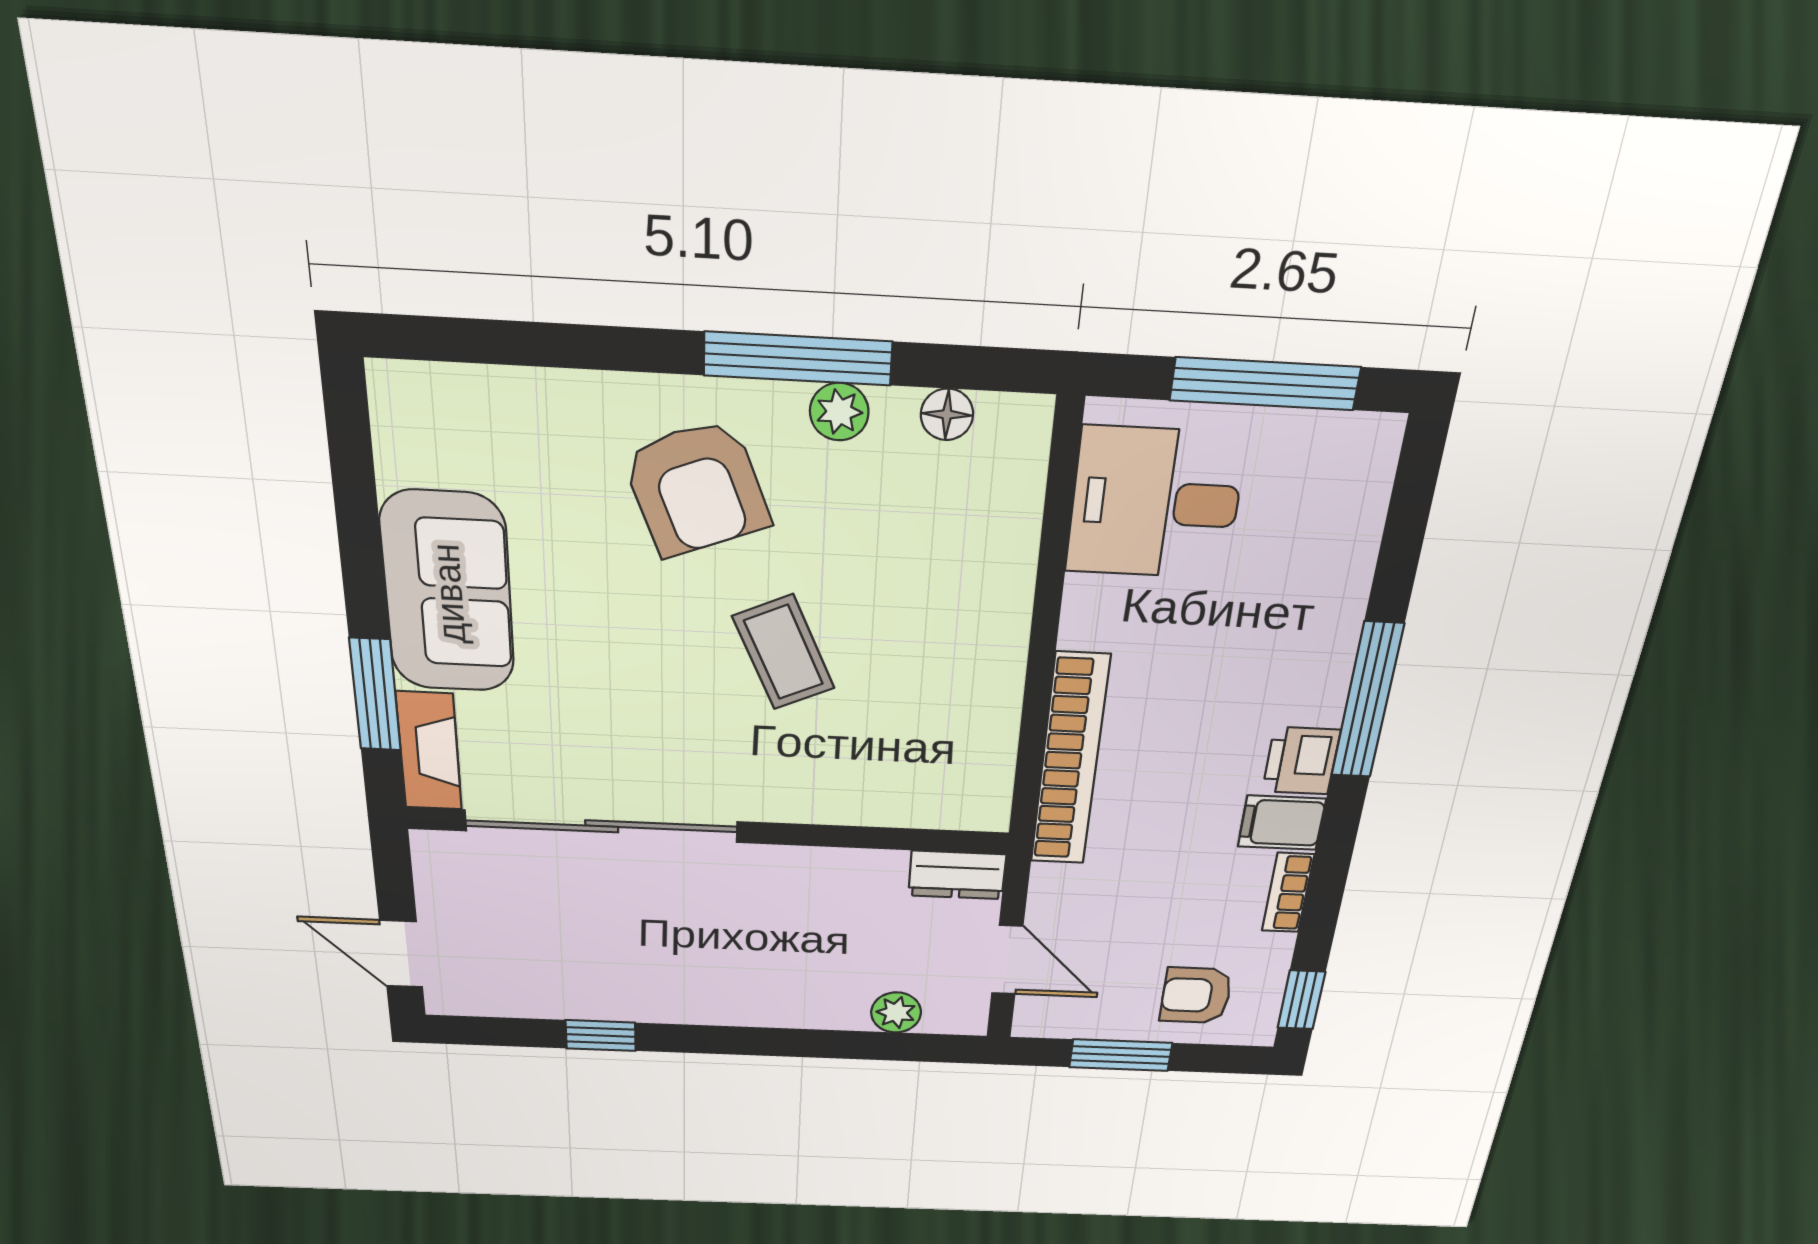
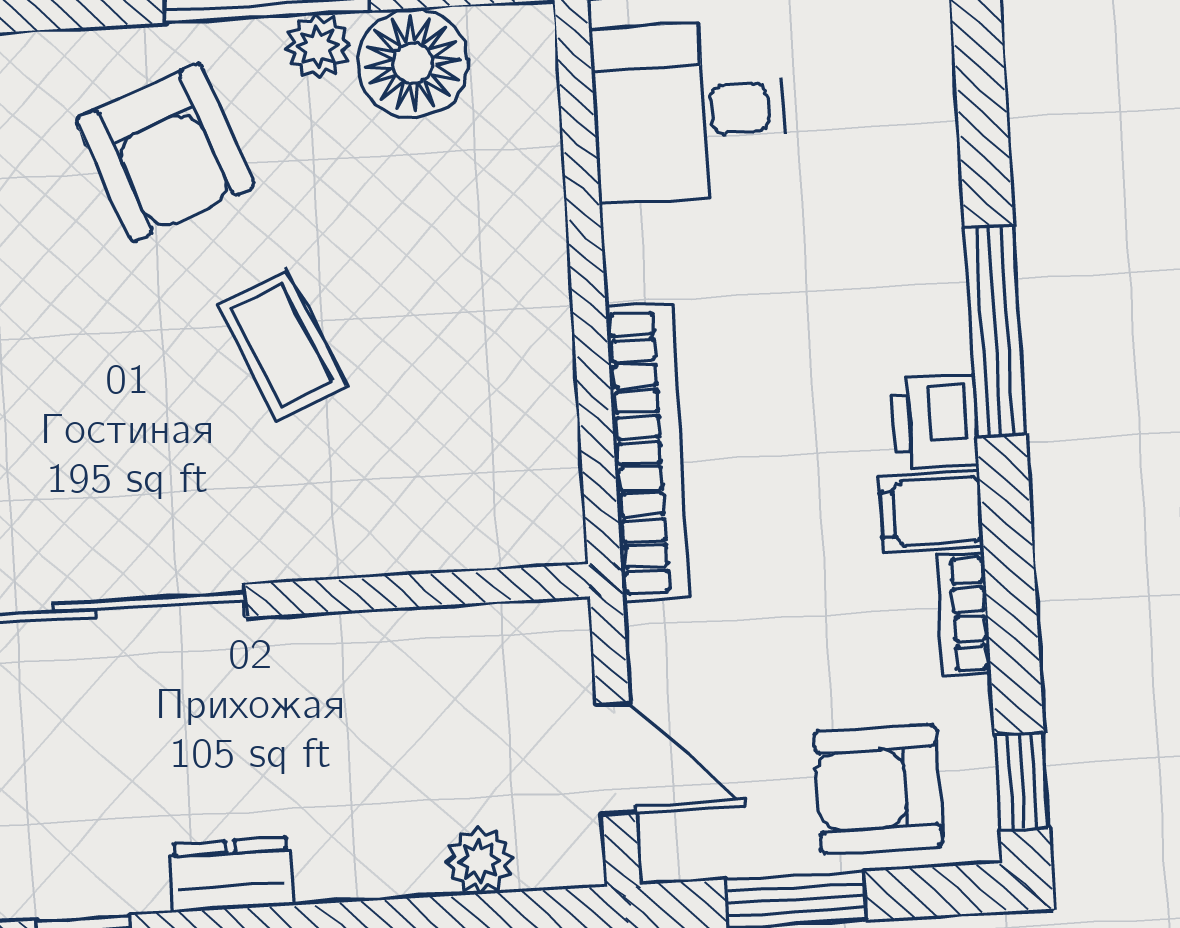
floor lamp: (947, 414) -> (413, 63), width x1.89, depth x1.89
dresser: (957, 875) -> (232, 875), moved, turned 180
armchair: (1196, 995) -> (878, 789), width x1.38, depth x1.38

